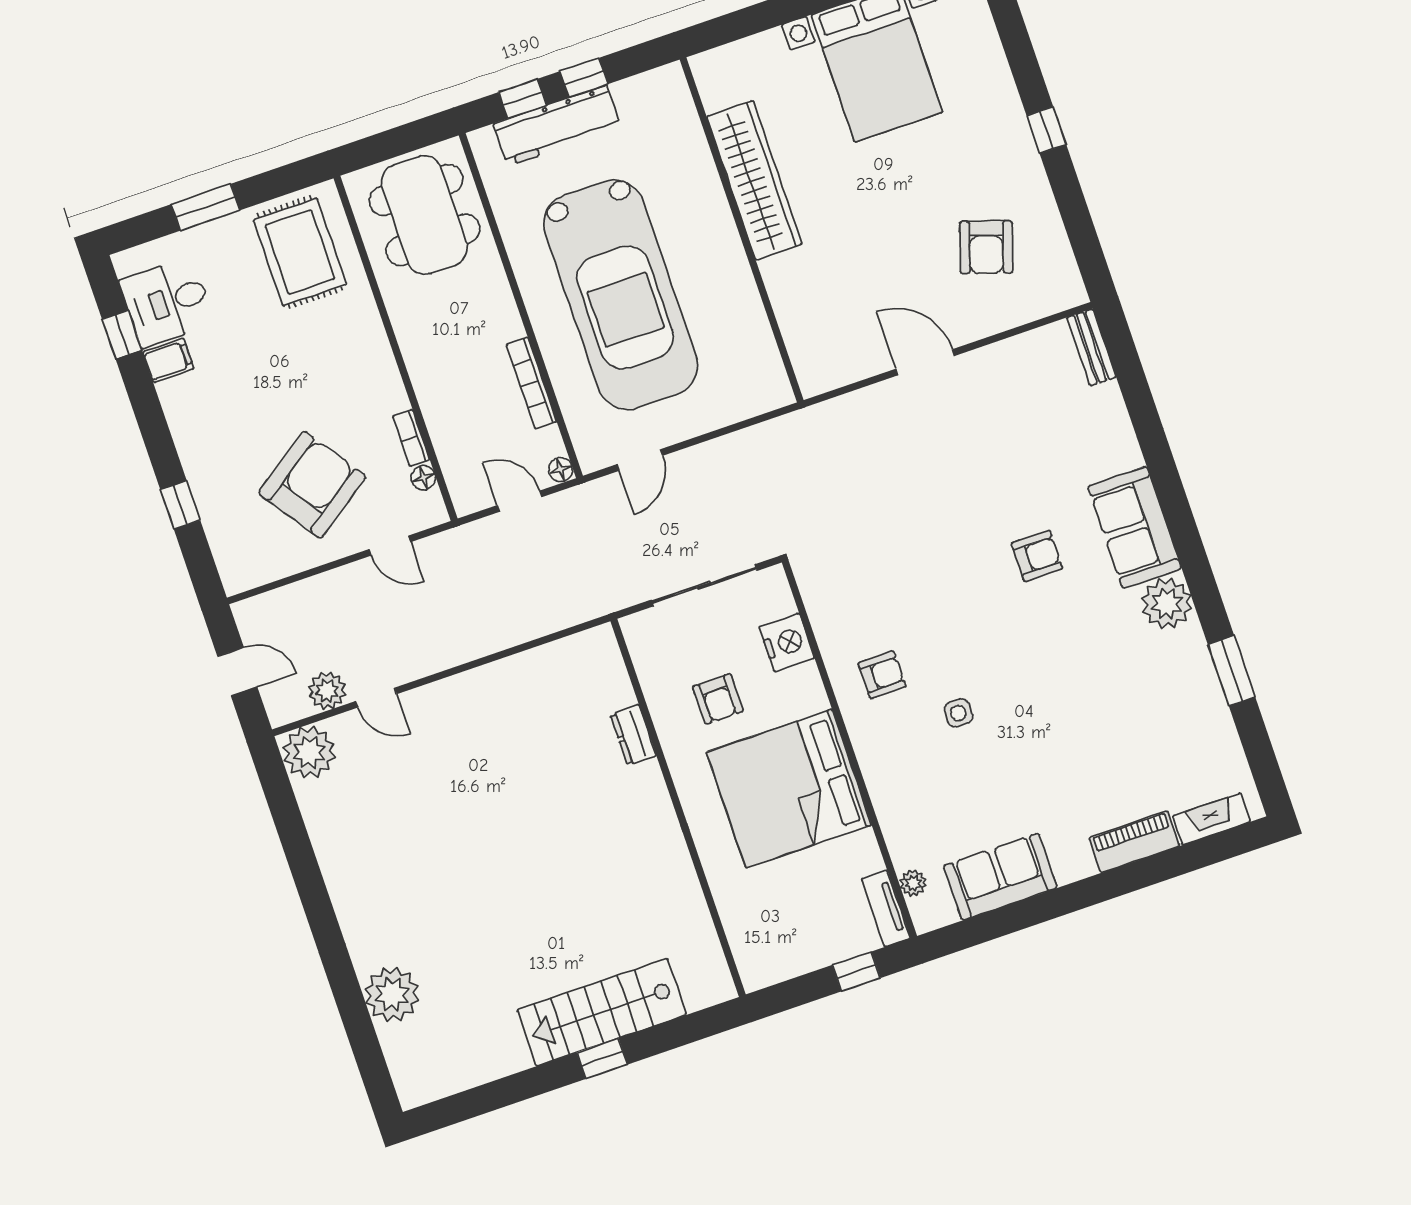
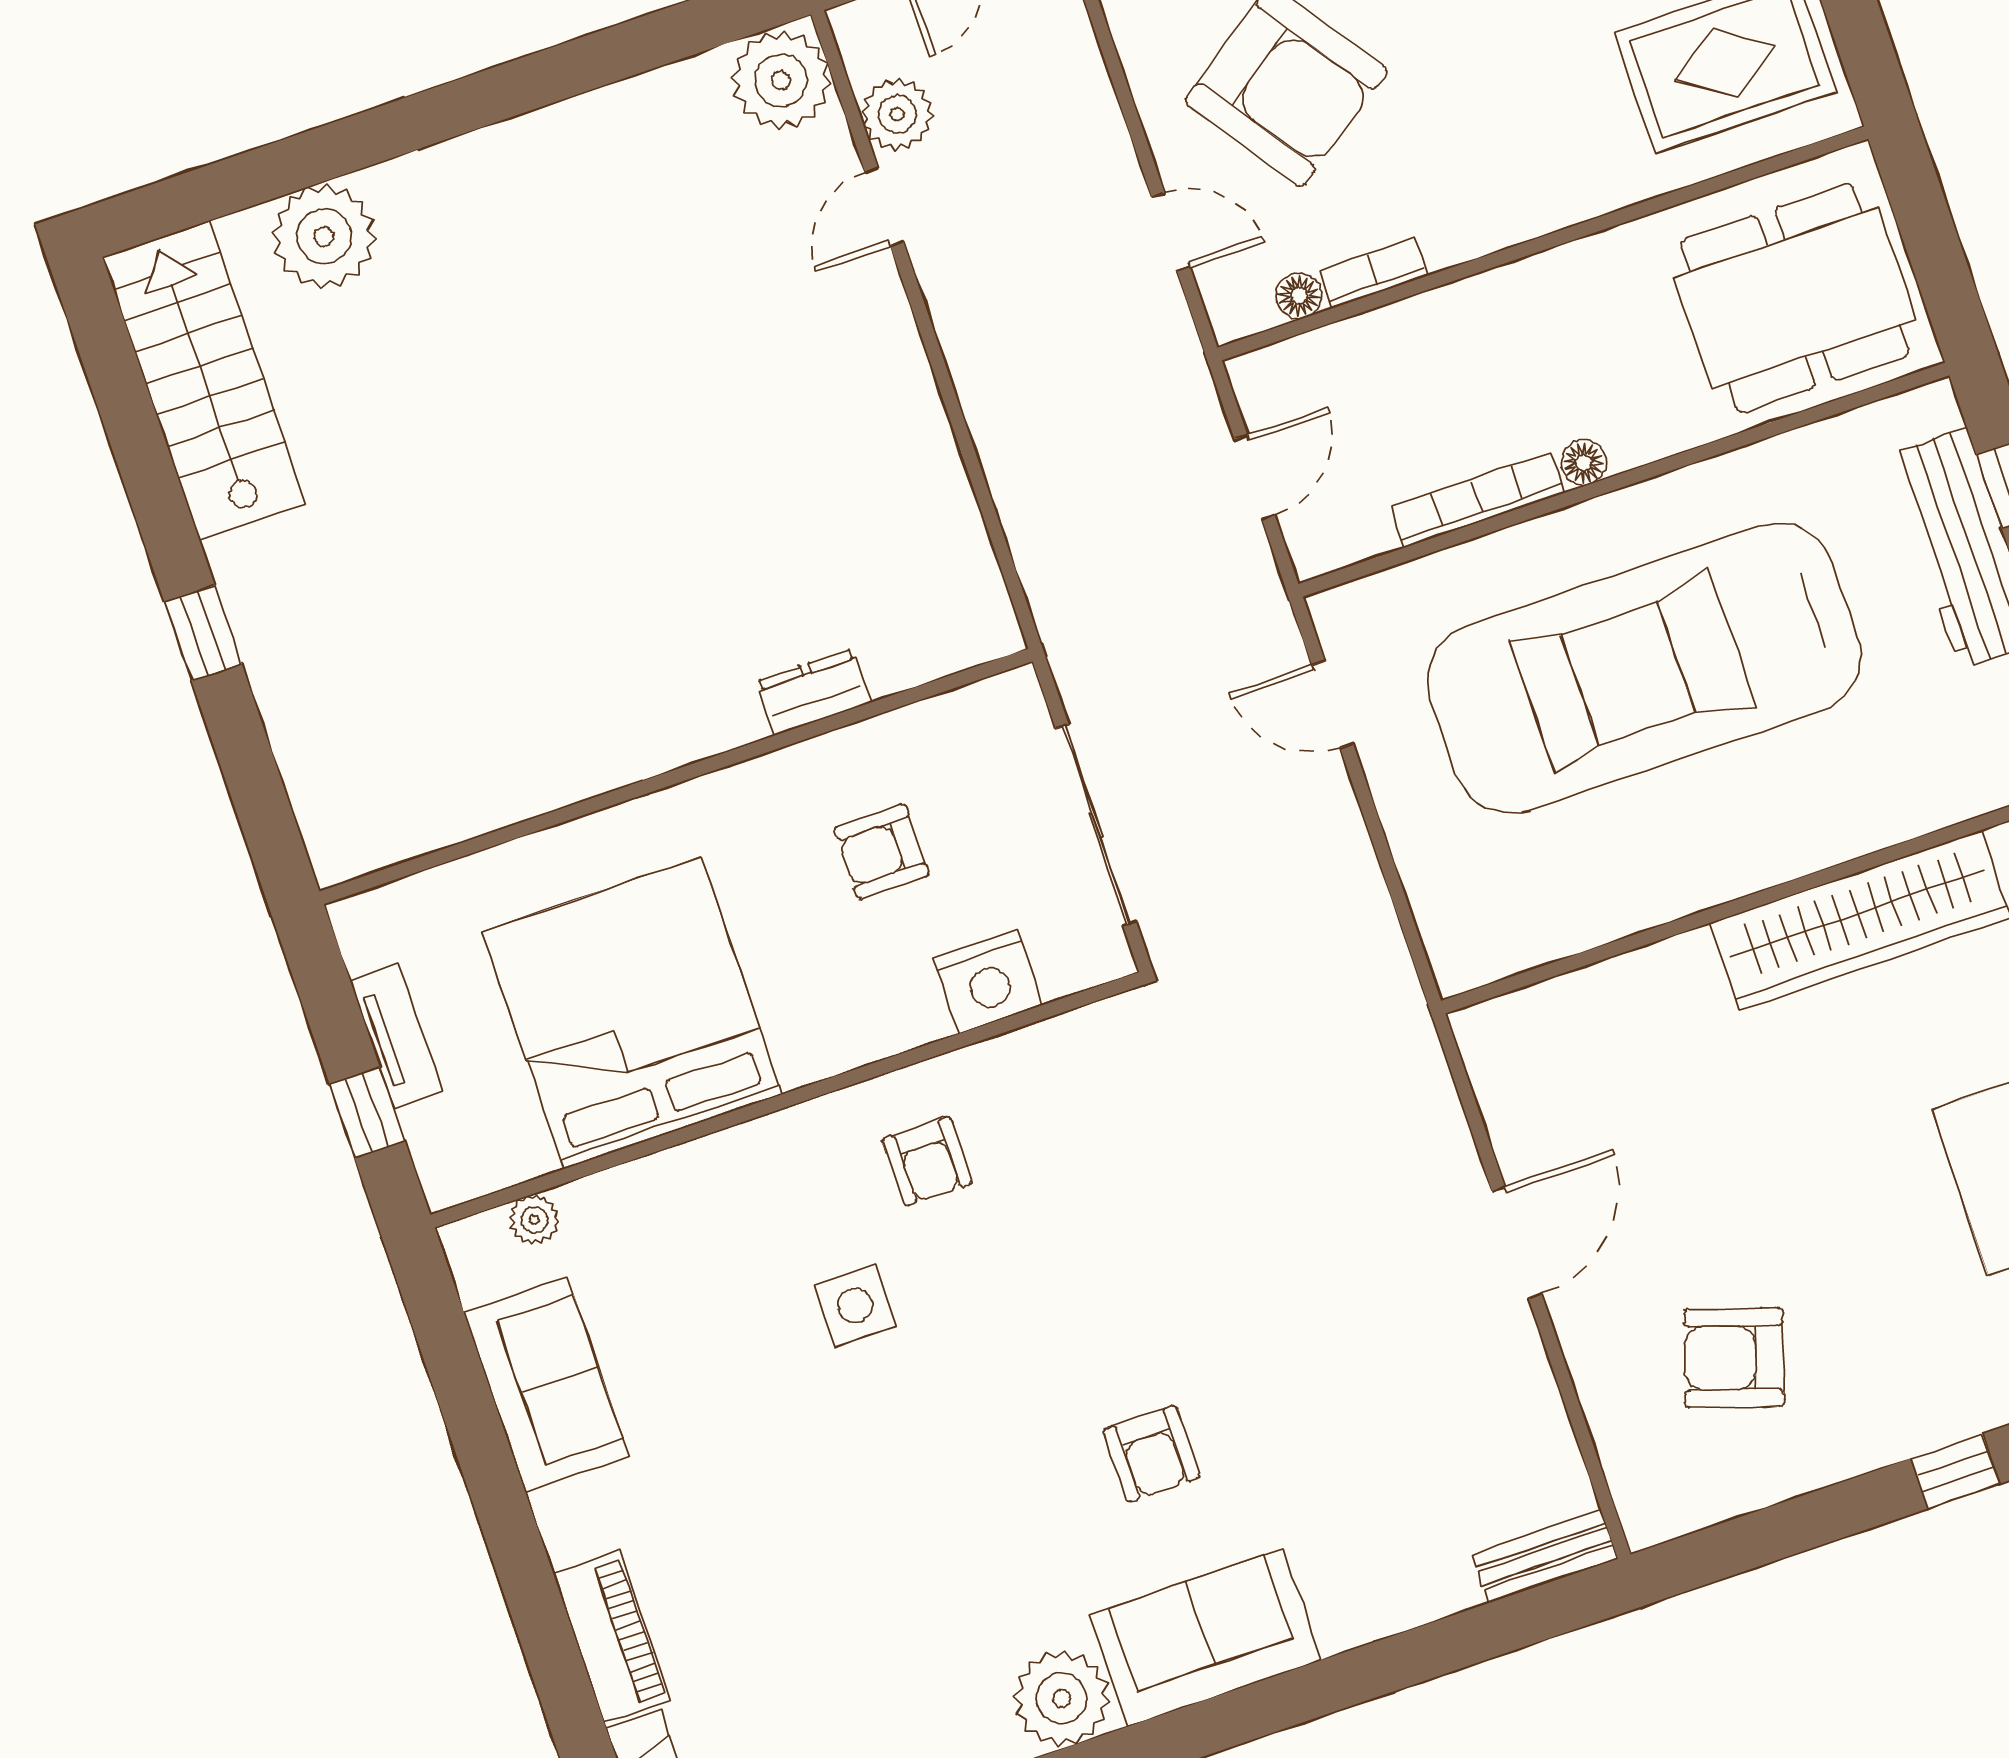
floor lamp: (561, 470) -> (1584, 463), moved
door: (390, 546) -> (1171, 232), swing flipped
side table: (958, 713) -> (855, 1305), width x1.37, depth x1.37
bed: (789, 789) -> (632, 1013), moved
tv unit: (886, 909) -> (396, 1036), moved, turned 90
stairs: (602, 1012) -> (204, 380), moved

